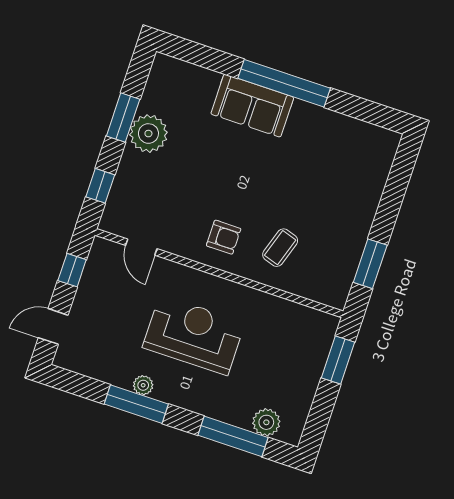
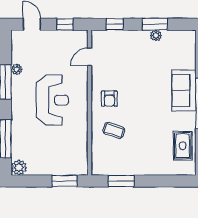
plant: (148, 134) -> (156, 36), width x0.53, depth x0.53
rug: (345, 139) -> (183, 146), added
plant: (143, 385) -> (17, 69), moved
plant: (266, 422) -> (19, 168), moved

